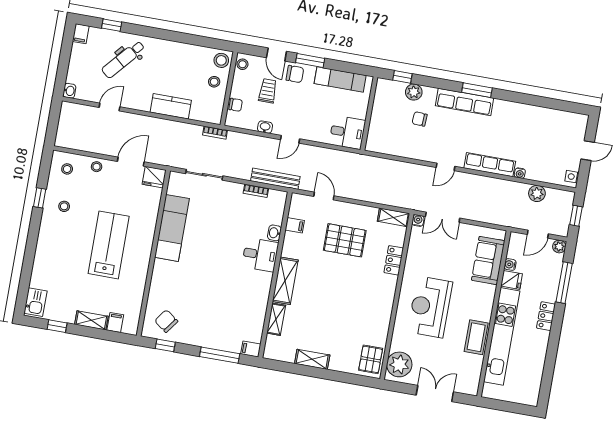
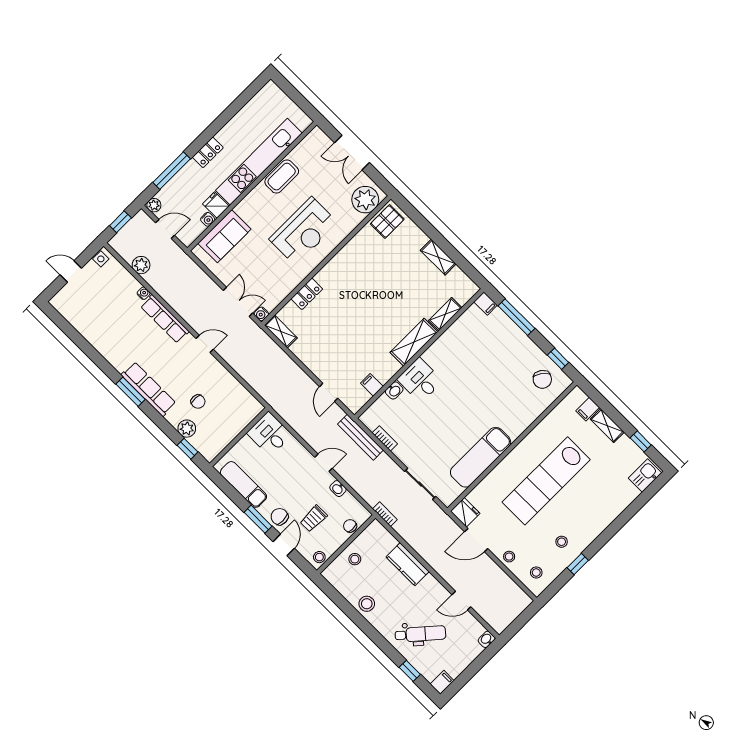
stool: (221, 60) -> (367, 604), moved
pallet: (345, 240) -> (337, 341), removed
lab bench: (109, 245) -> (546, 481), width x1.36

